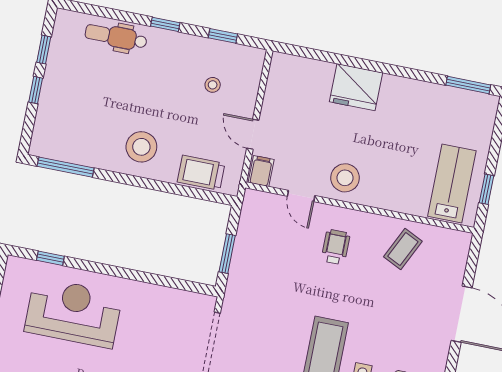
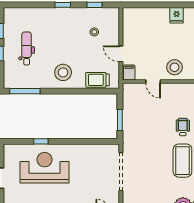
dental chair: (116, 37) -> (27, 48), moved, turned 90
fridge: (356, 87) -> (177, 15), width x0.53, depth x0.75
wheelchair: (336, 247) -> (183, 127), moved
window: (50, 258) -> (41, 141), moved

